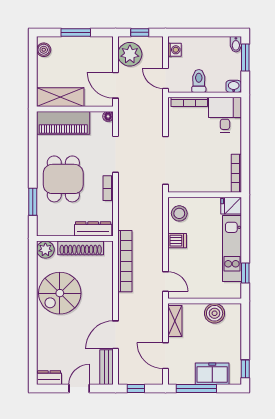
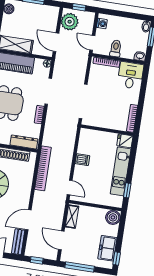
stool: (179, 213) -> (87, 141), removed
boiler: (215, 313) -> (113, 217), moved
freezer: (212, 374) -> (107, 248), moved, turned -90

